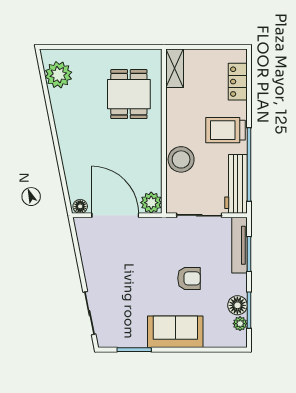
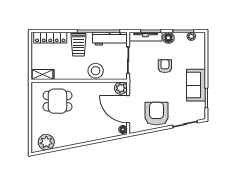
locker: (238, 82) -> (50, 38), width x1.53
door: (115, 215) -> (128, 109), hinge flipped
armchair: (107, 264) -> (156, 114), added
floor lamp: (237, 305) -> (168, 38), moved
sofa: (175, 332) -> (196, 85), moved

